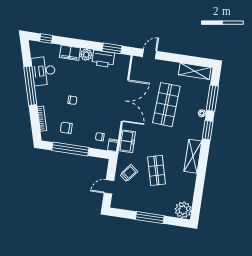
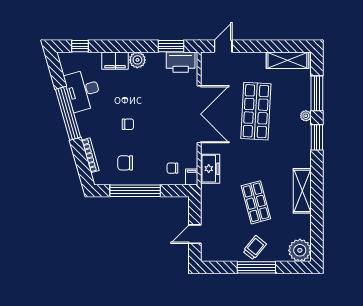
printer: (103, 59) -> (181, 62), moved
shelving: (193, 156) -> (302, 191), moved
trolley: (129, 173) -> (255, 248), moved

